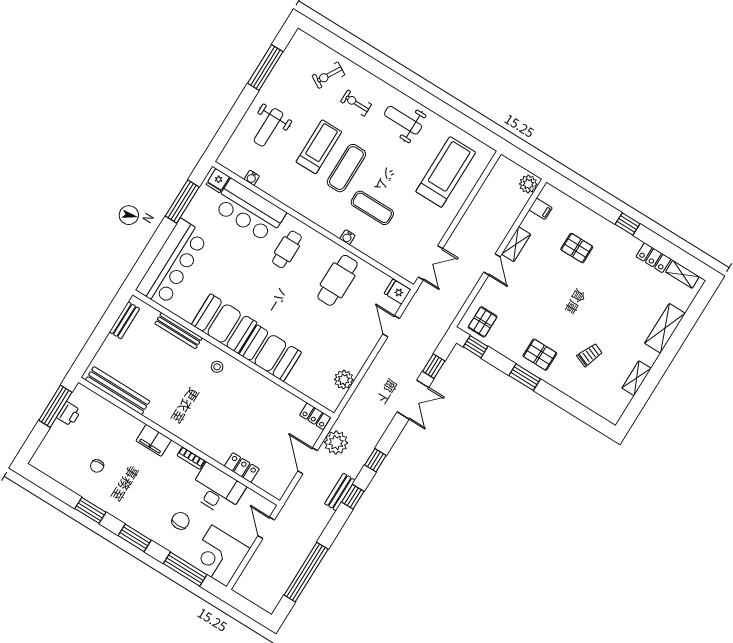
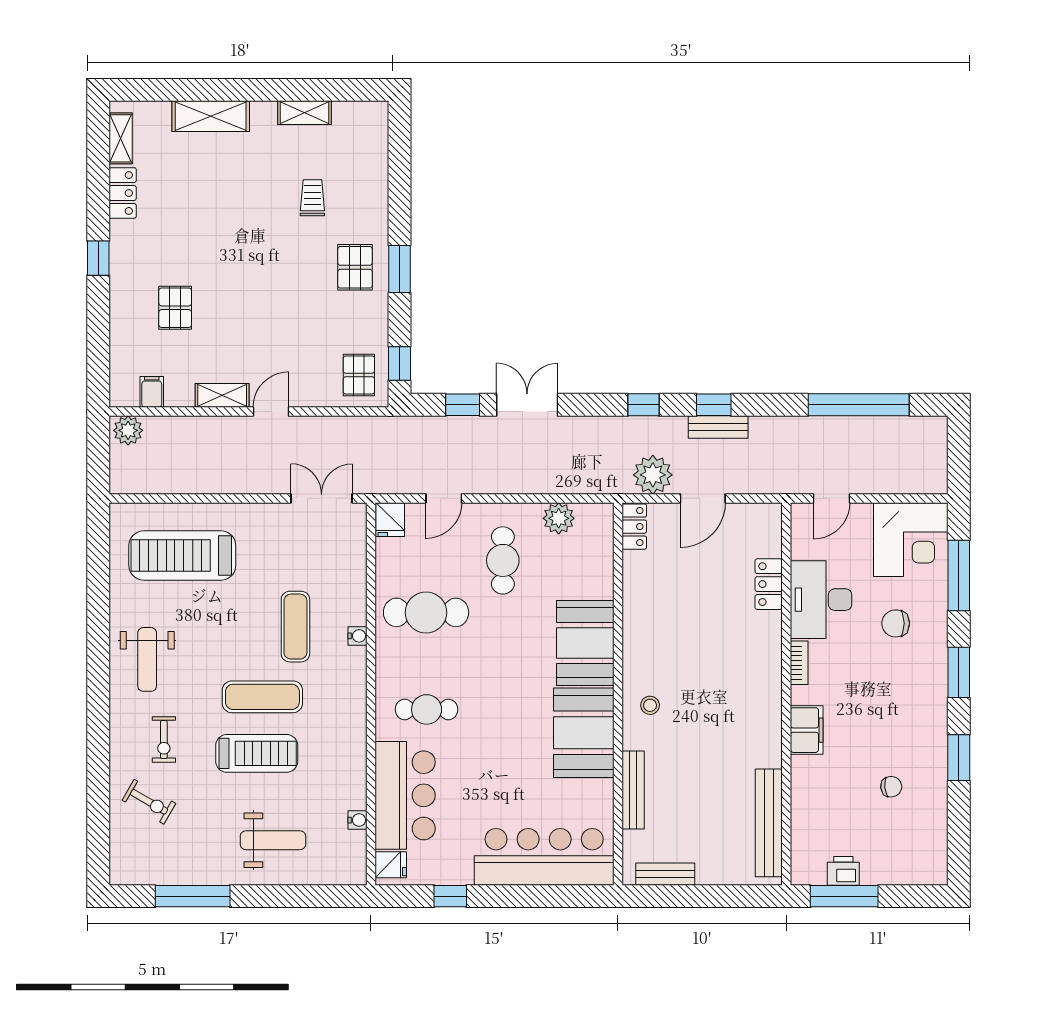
treadmill: (319, 147) -> (257, 753), turned 180
window: (182, 201) -> (450, 896), width x0.46
pallet: (483, 322) -> (359, 375), turned 90
cafe table: (340, 337) -> (503, 560), added
trolley: (590, 355) -> (312, 198), turned 68

